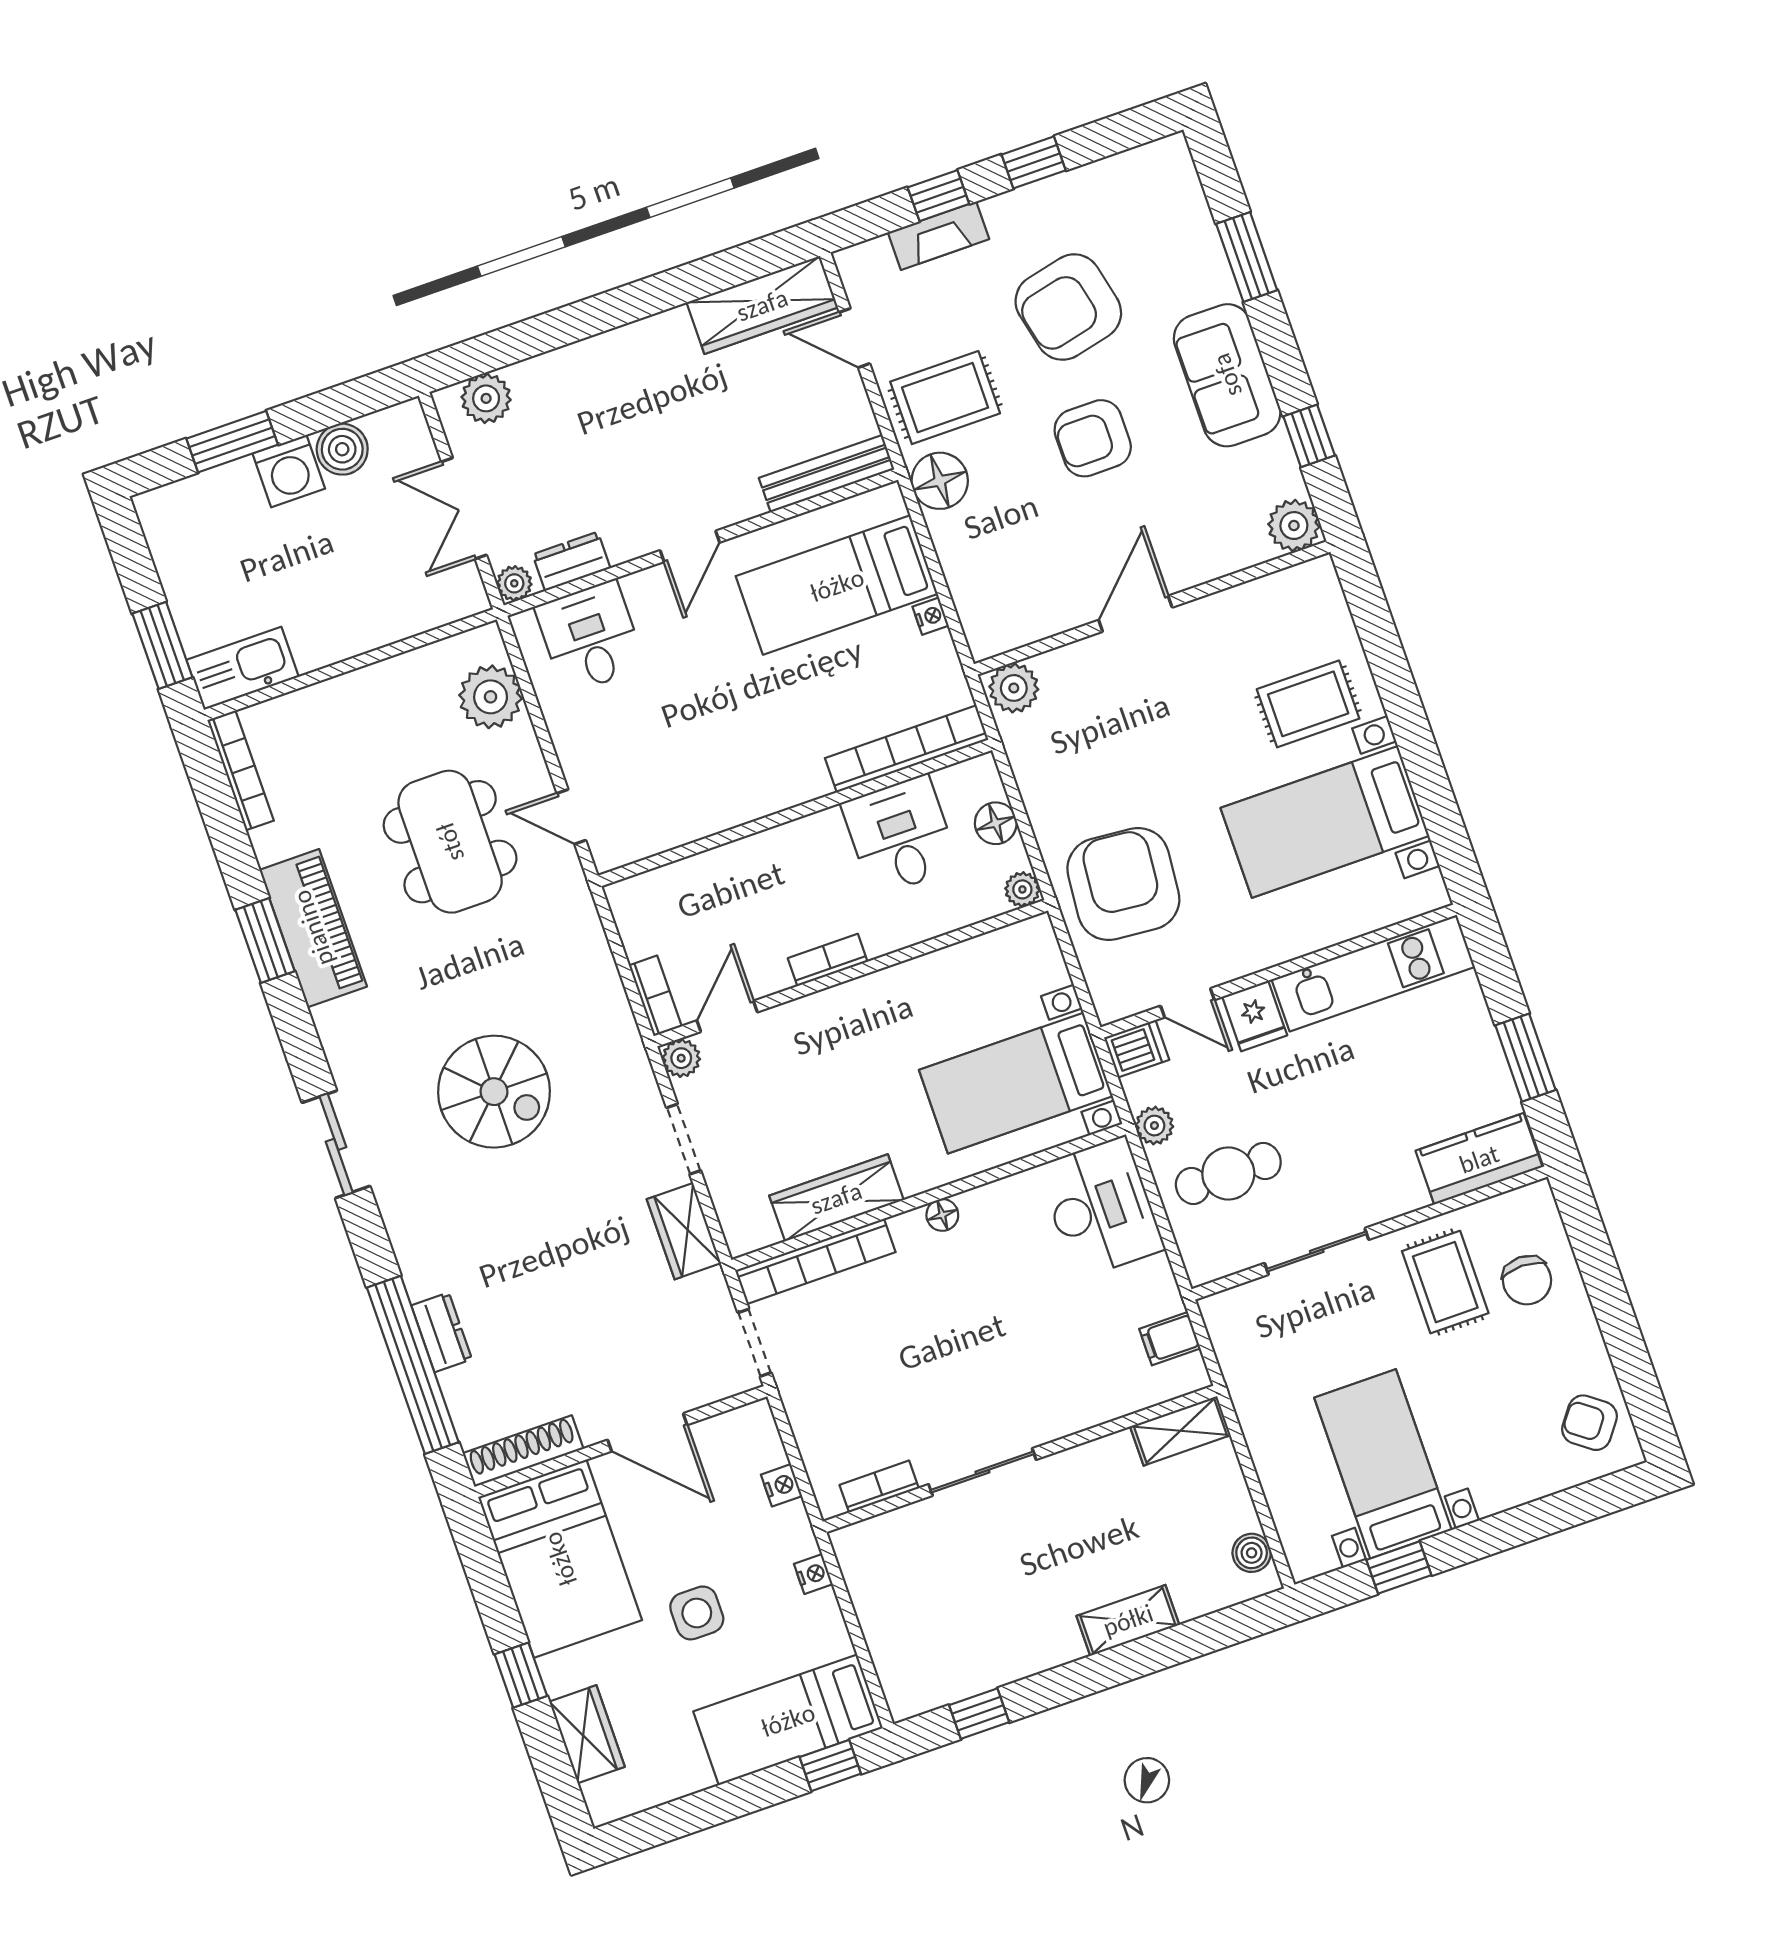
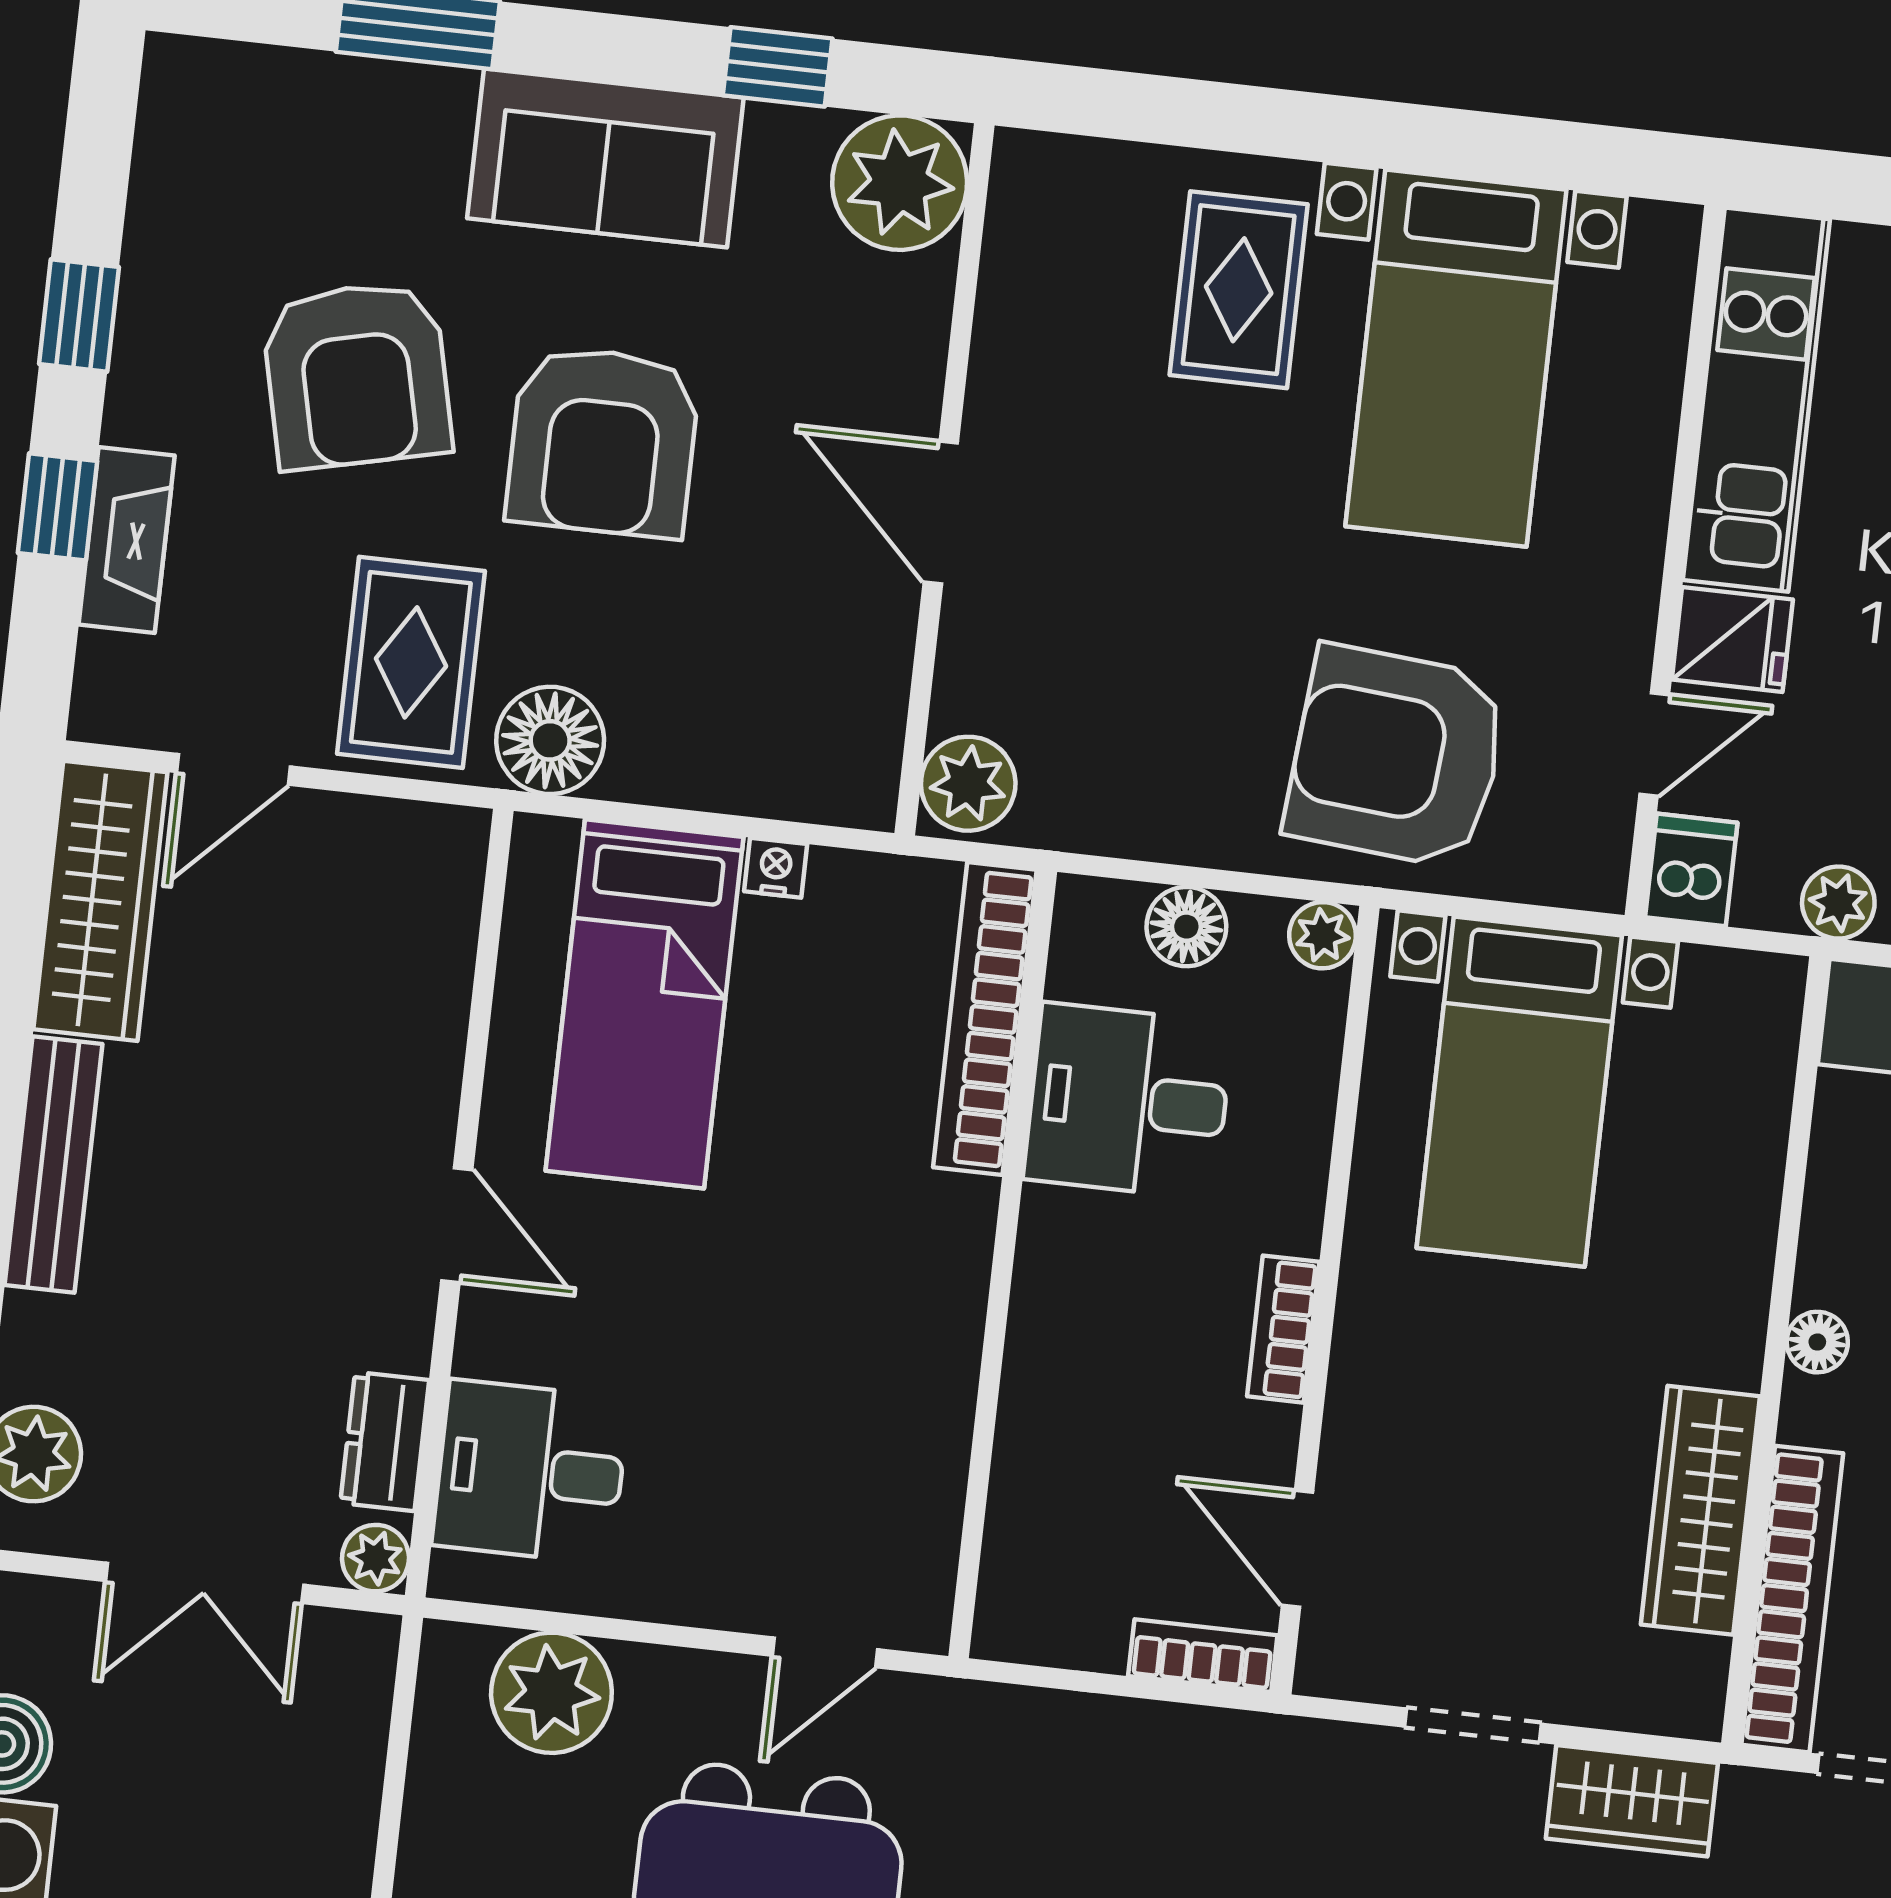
armchair: (1093, 438) -> (603, 442), width x1.36, depth x1.36
bench: (827, 474) -> (53, 1165), moved
plant: (1294, 526) -> (900, 183), width x1.36, depth x1.36
plant: (681, 1058) -> (1332, 1662), removed
bed with nightstands: (1016, 1083) -> (1519, 1092), moved

